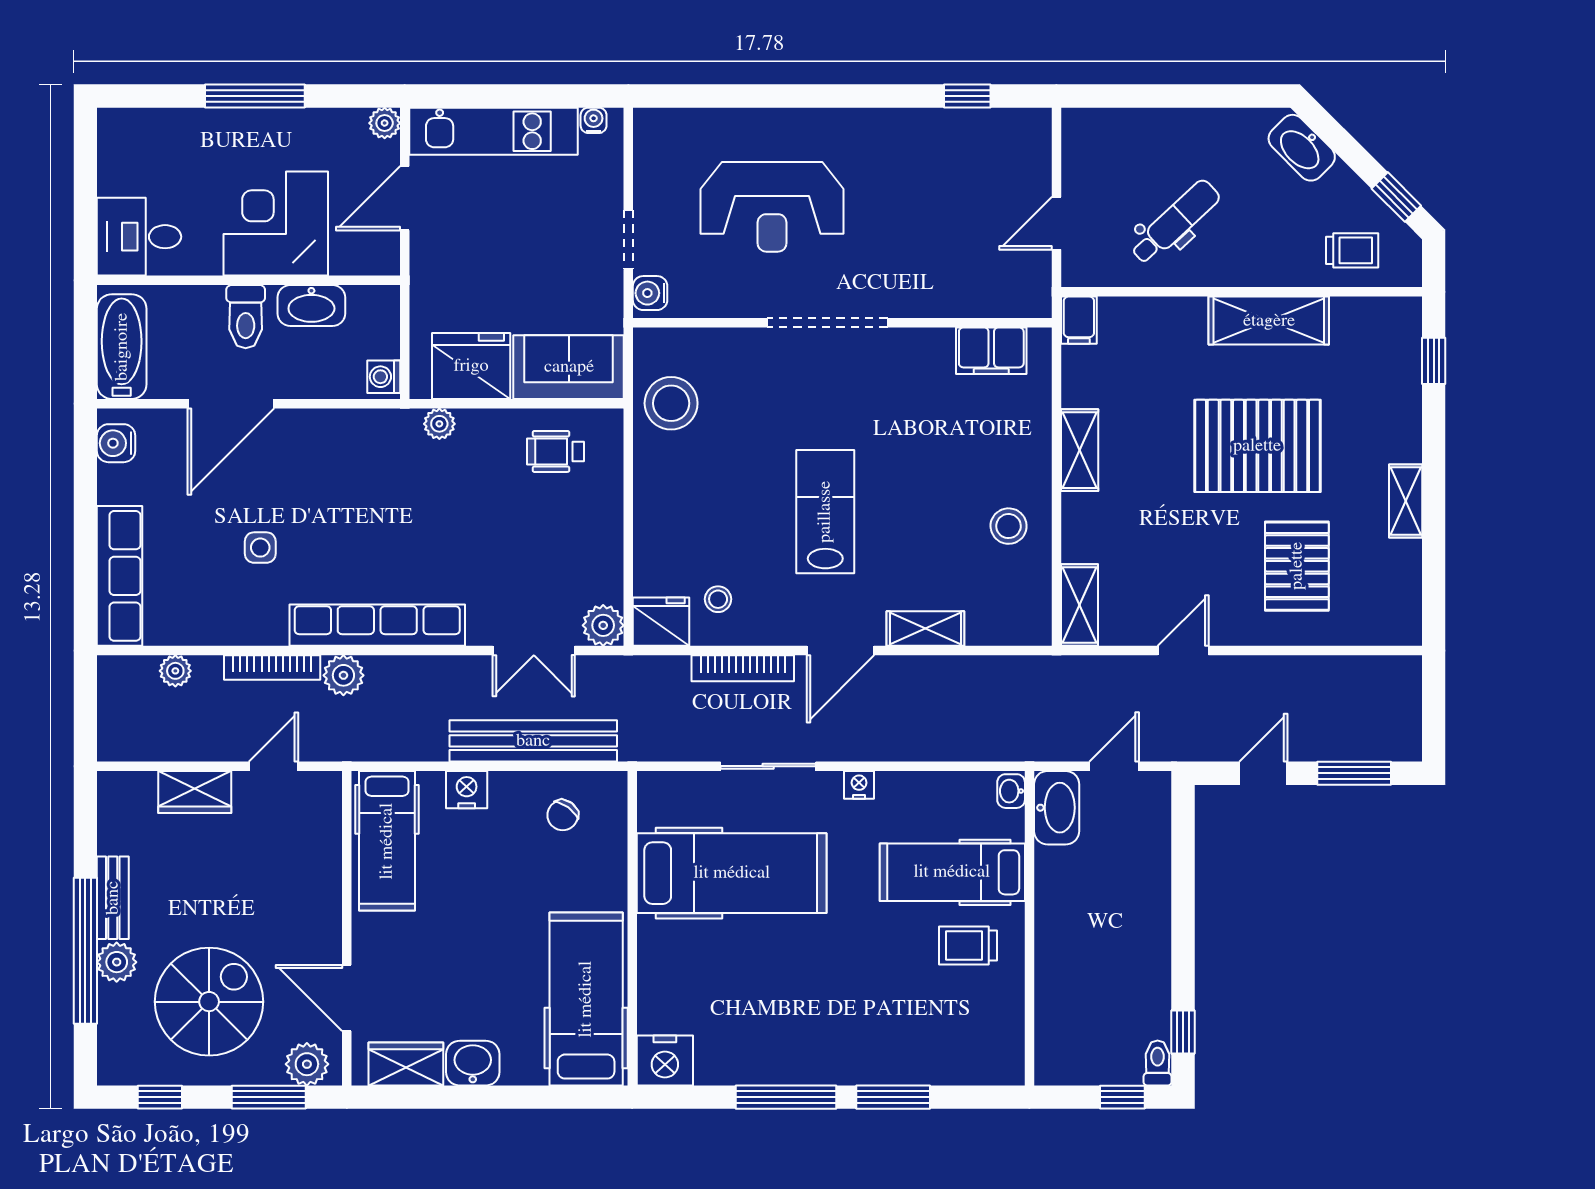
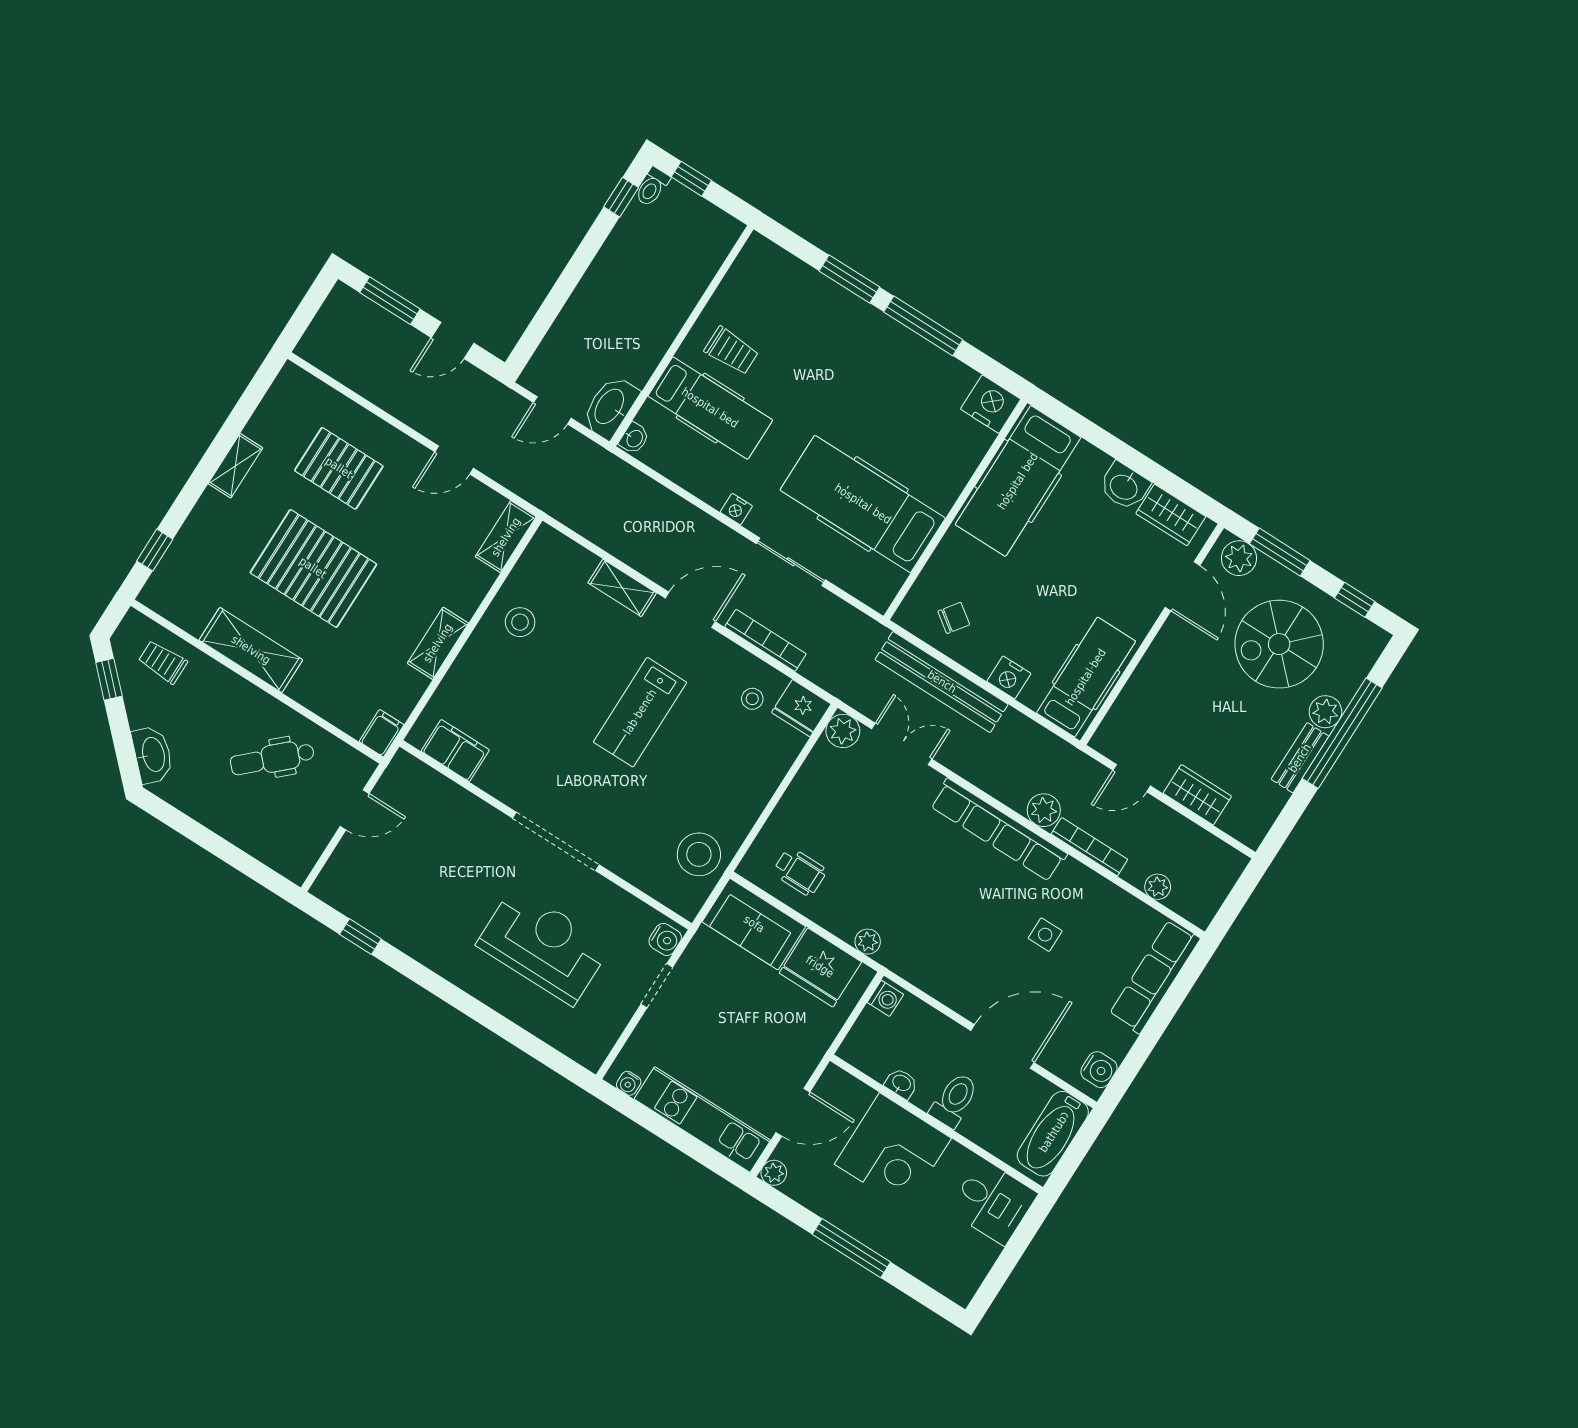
washbasin: (311, 306) -> (901, 1083), width x0.52, depth x0.69
pallet: (1297, 566) -> (339, 468), turned 90

